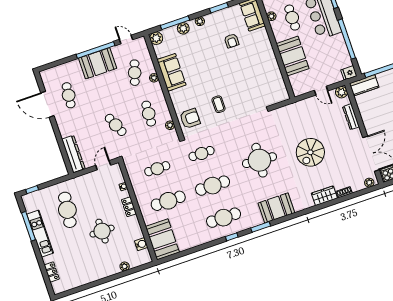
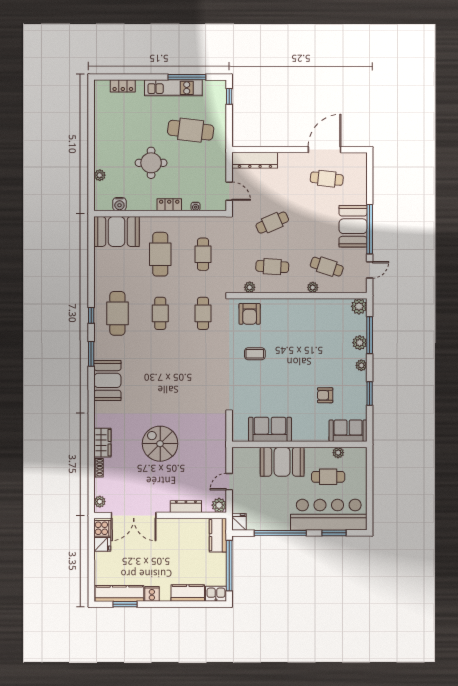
sofa: (171, 72) -> (270, 429), moved, turned 180
round table: (259, 160) -> (171, 380), removed
cafe table: (213, 186) -> (160, 313), width x0.73, depth x0.74

